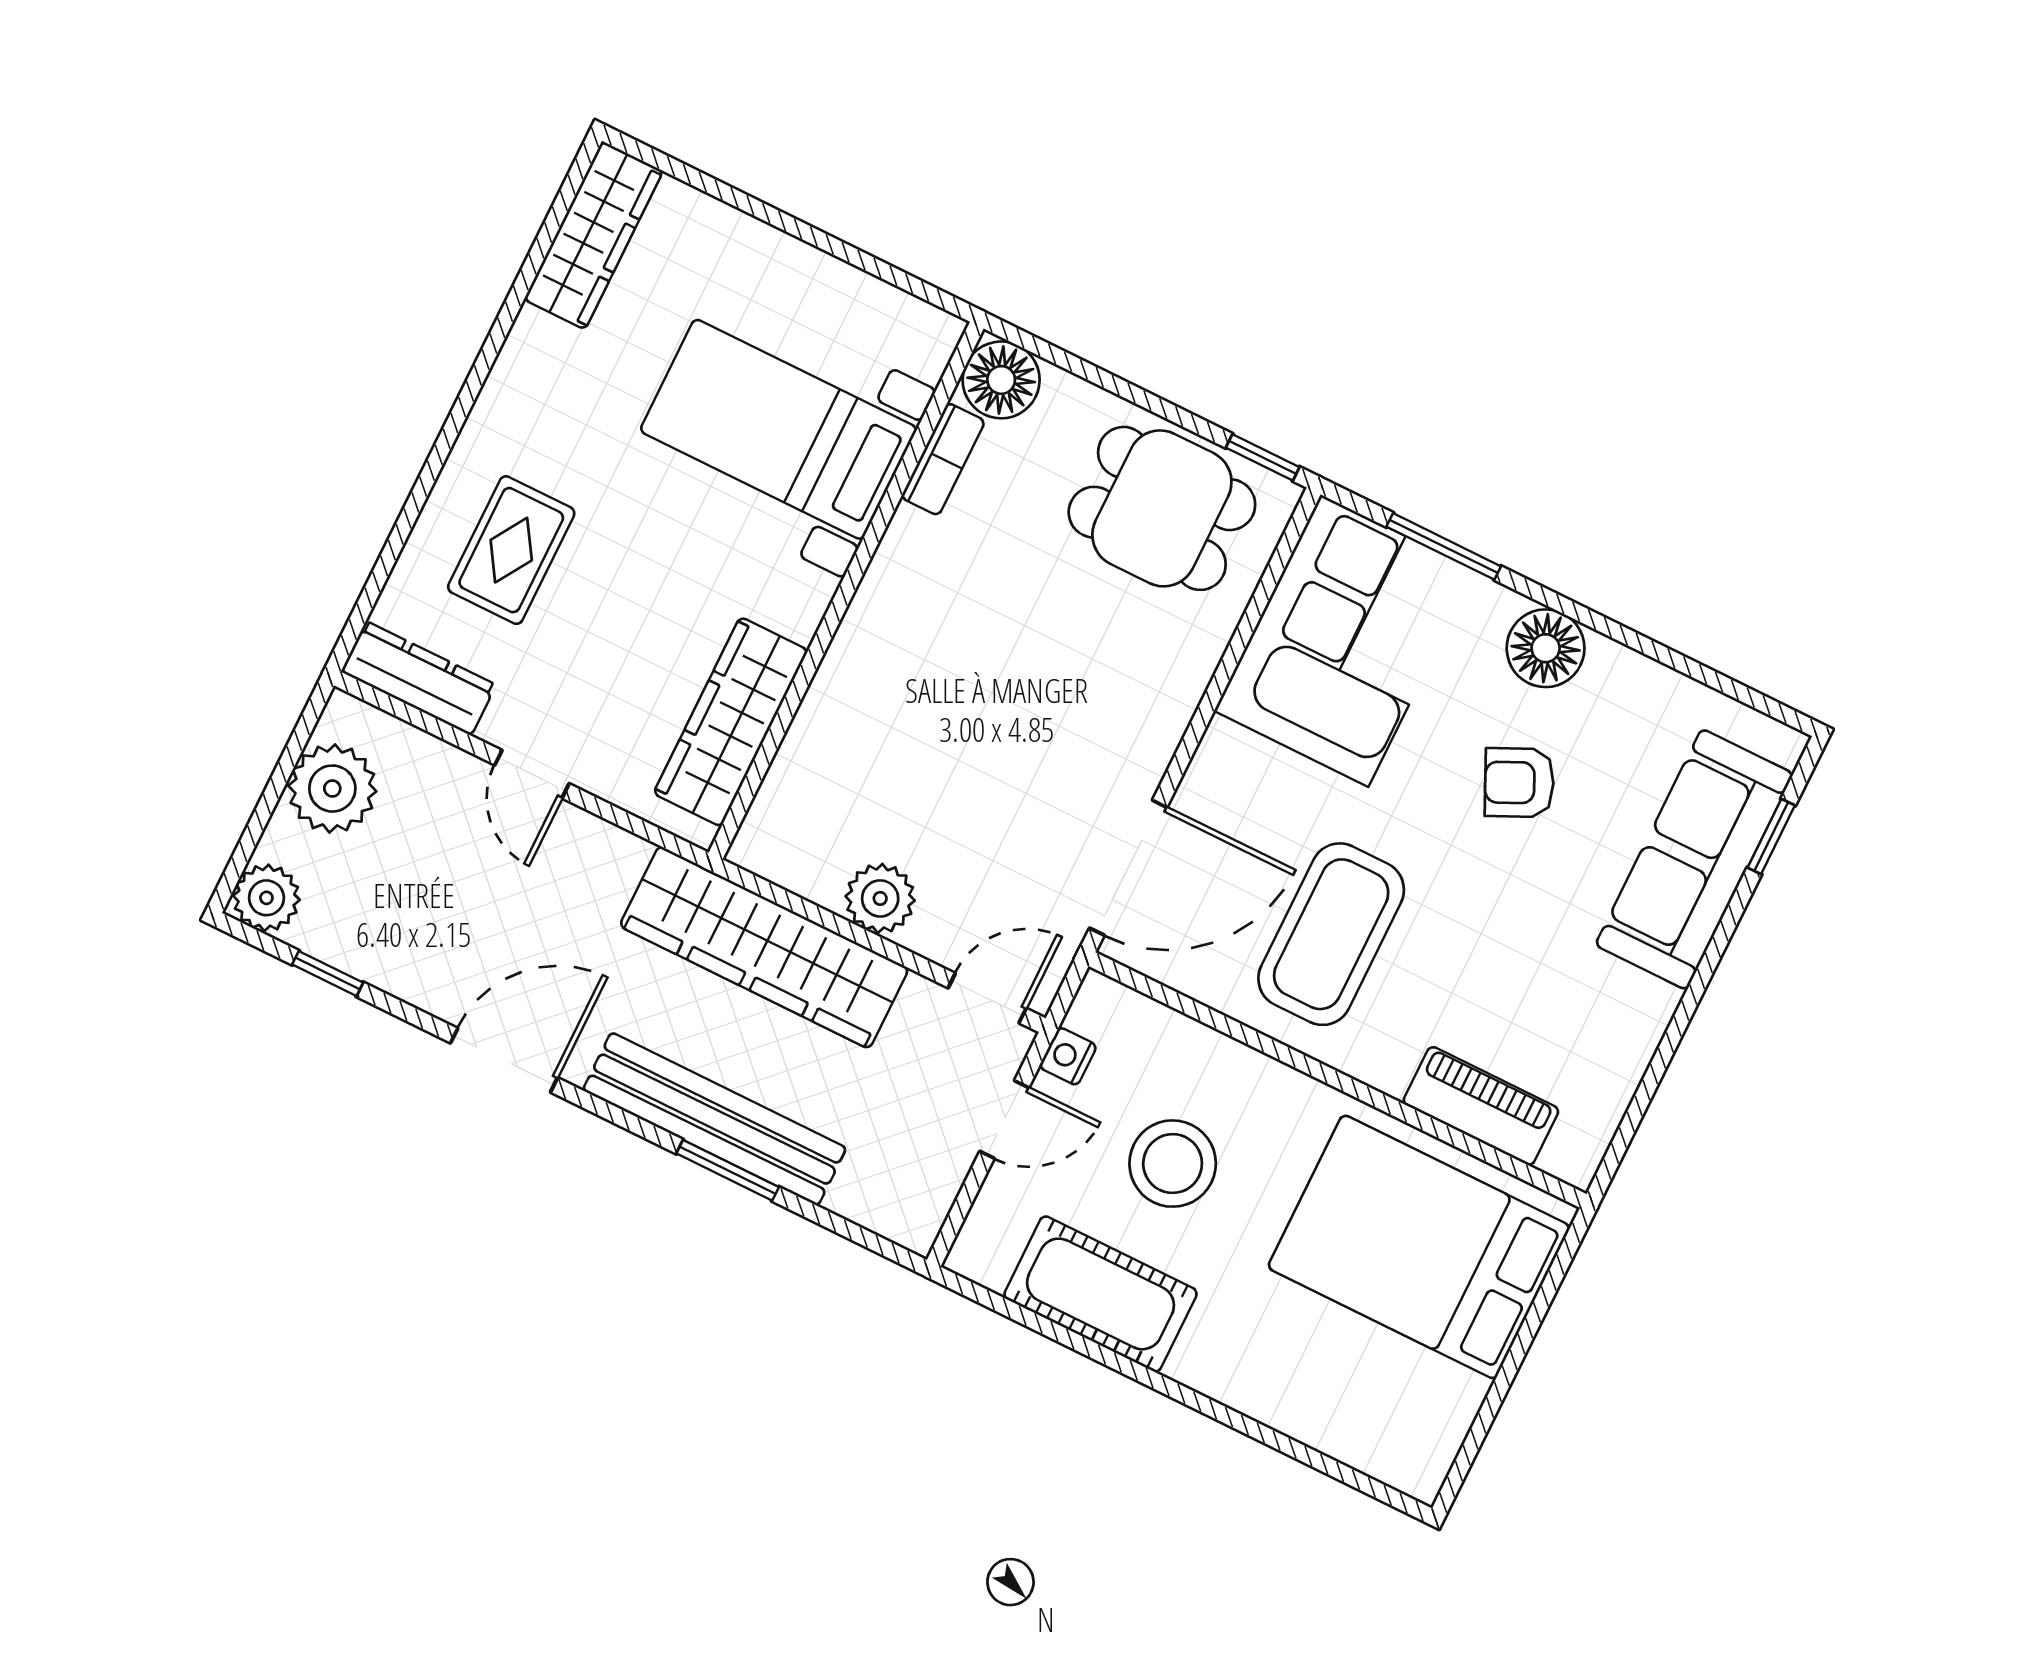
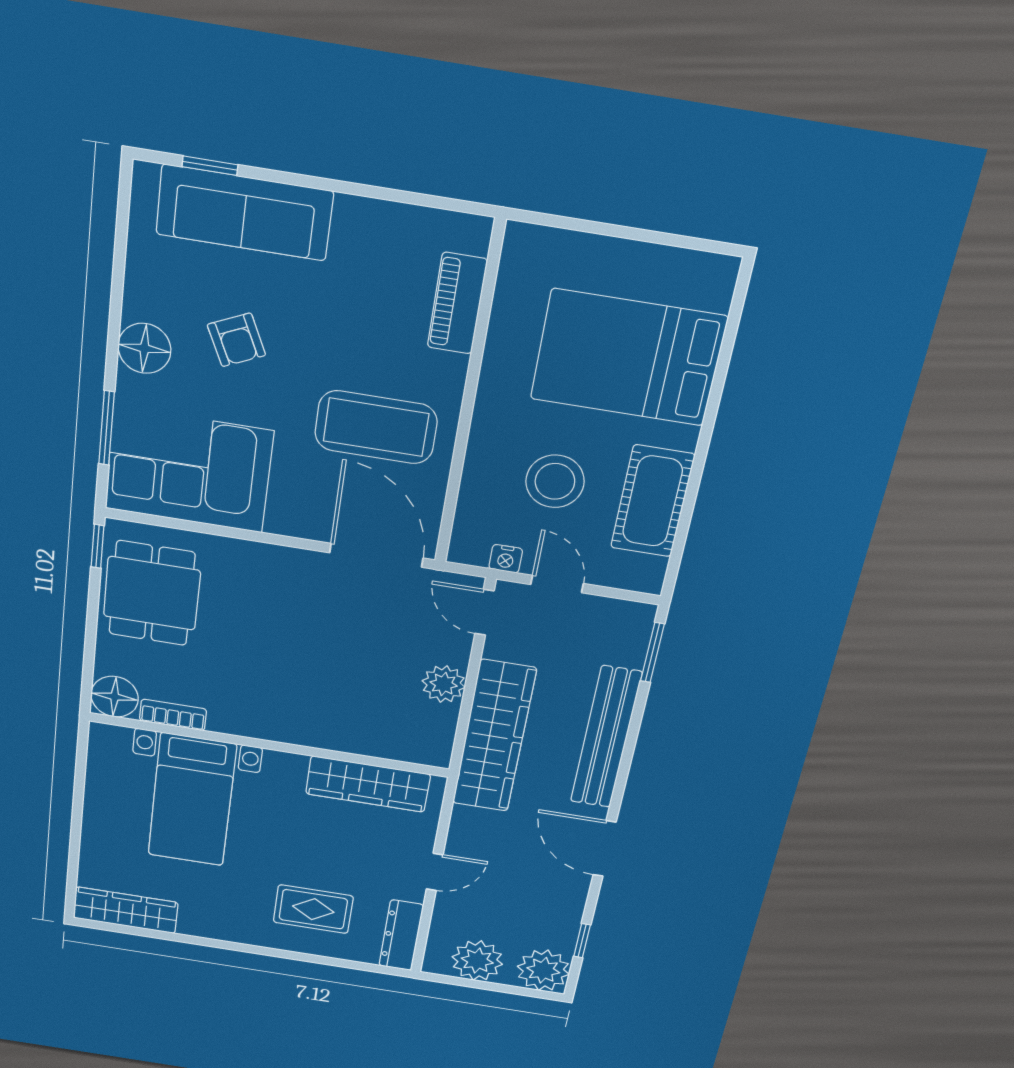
plant: (266, 898) -> (543, 970), width x1.36, depth x1.36
window: (728, 1170) -> (652, 652), moved
bed: (1419, 1247) -> (628, 358), moved, turned 90

